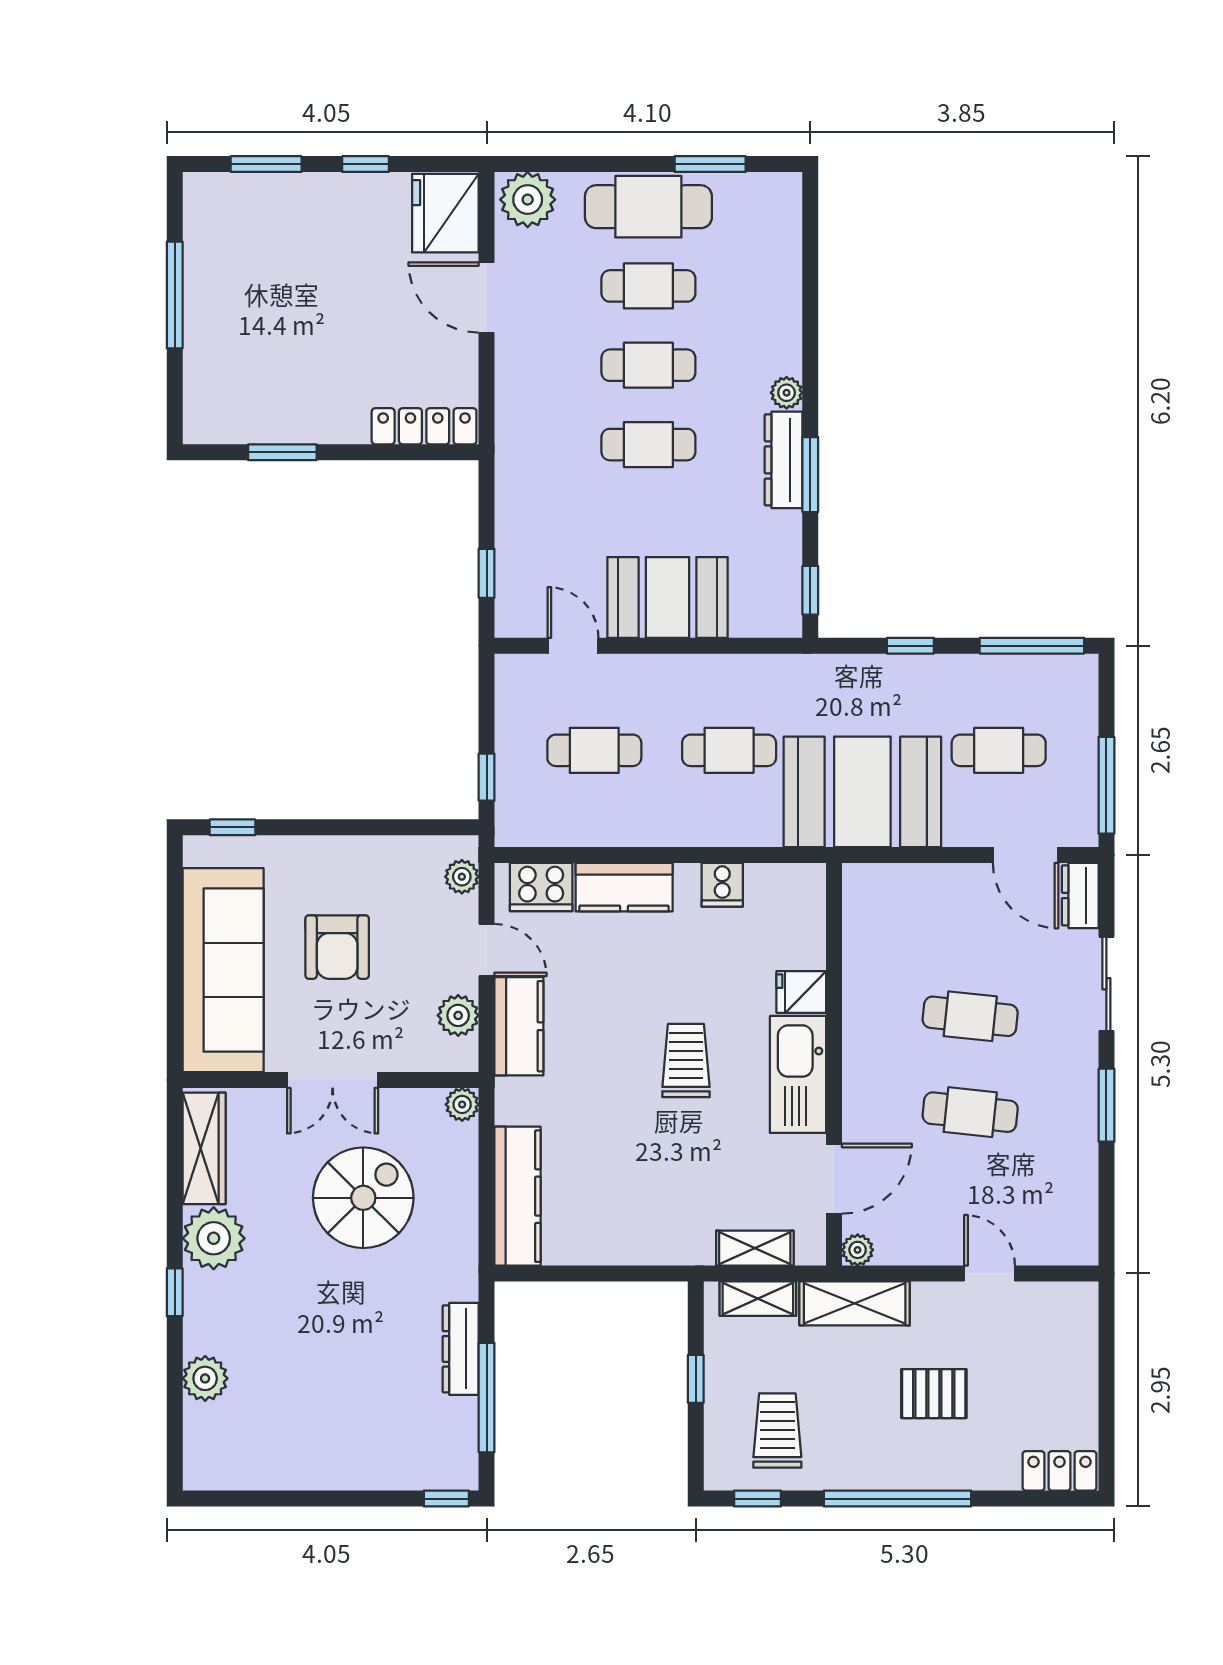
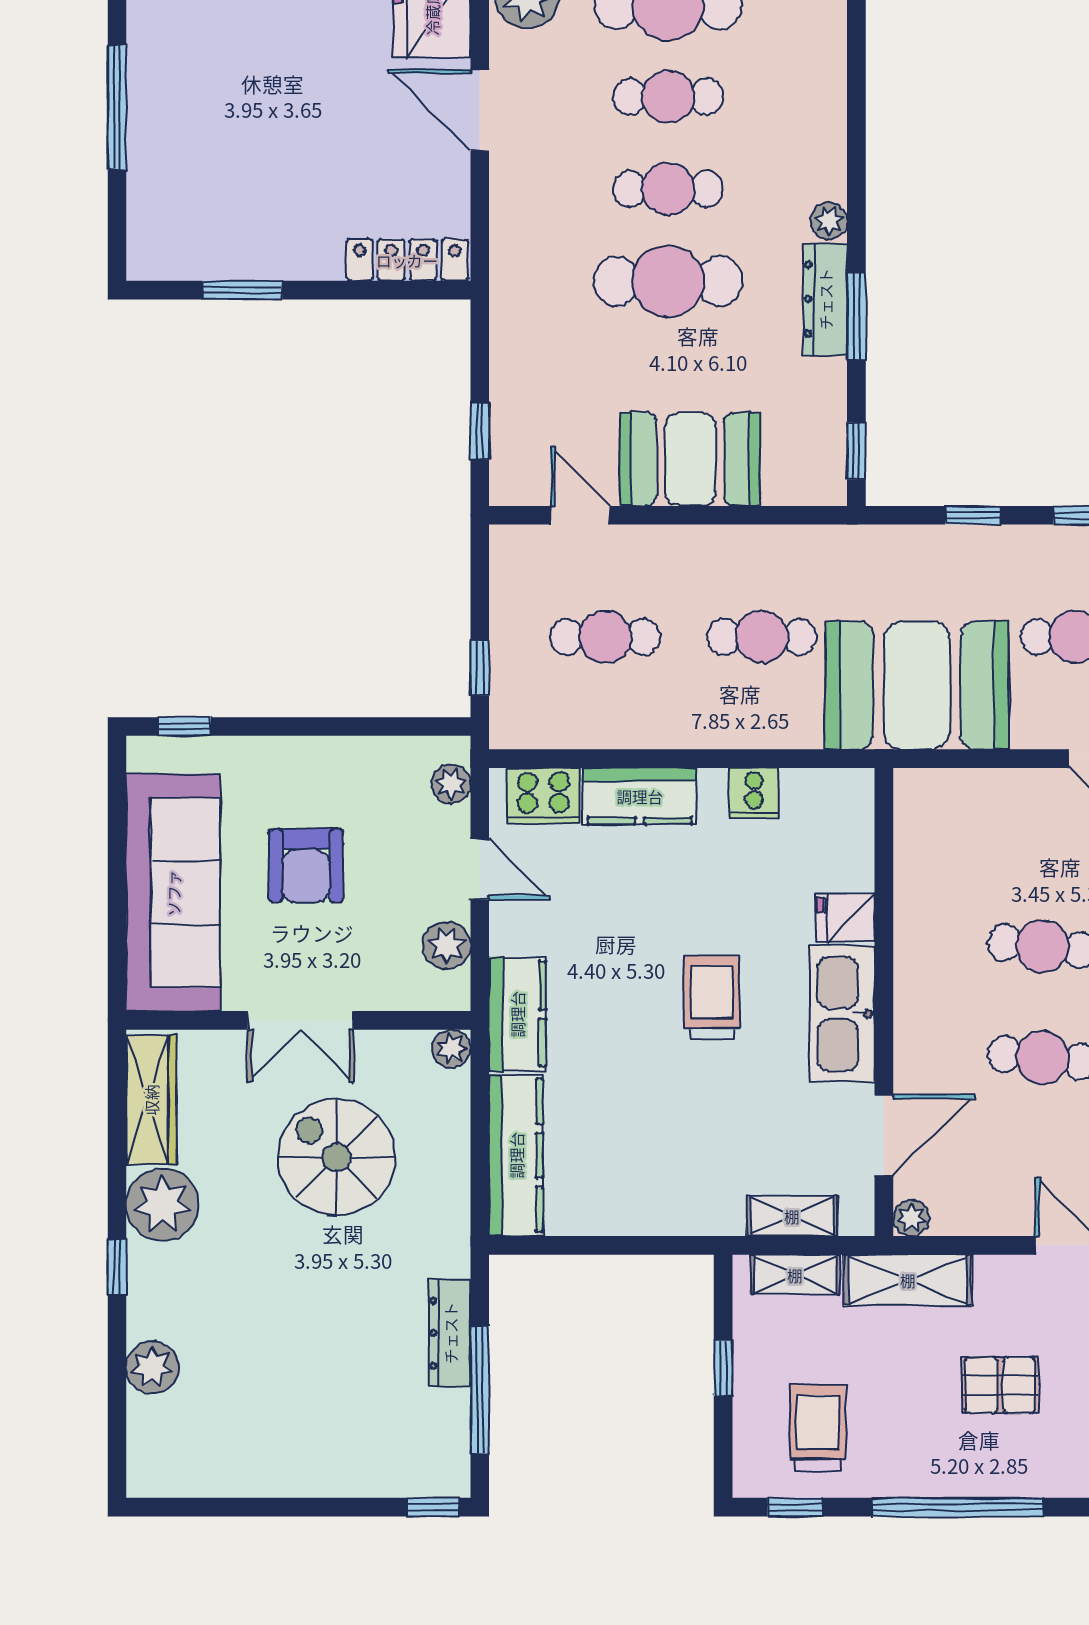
cafe table: (648, 445) -> (668, 281), width x1.37, depth x1.35
kitchen counter: (519, 1026) -> (517, 1014), moved
spiral stairs: (363, 1198) -> (336, 1157), turned -90

